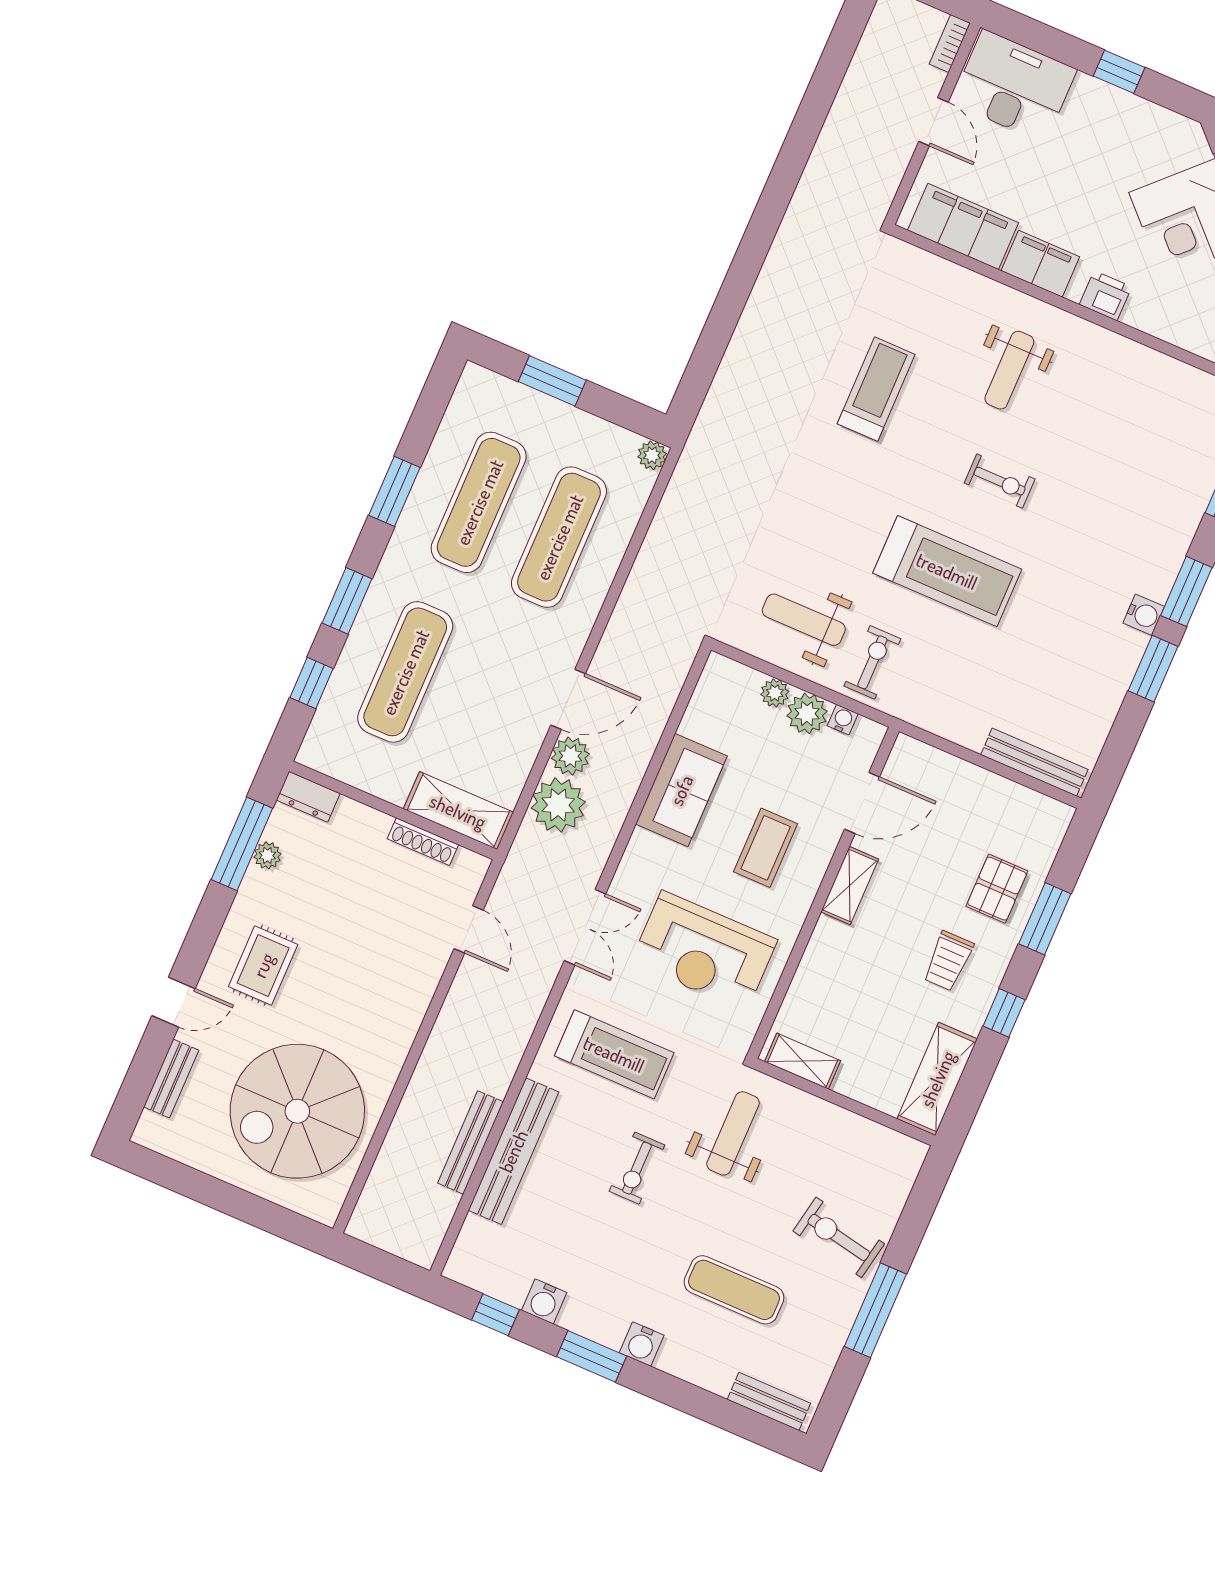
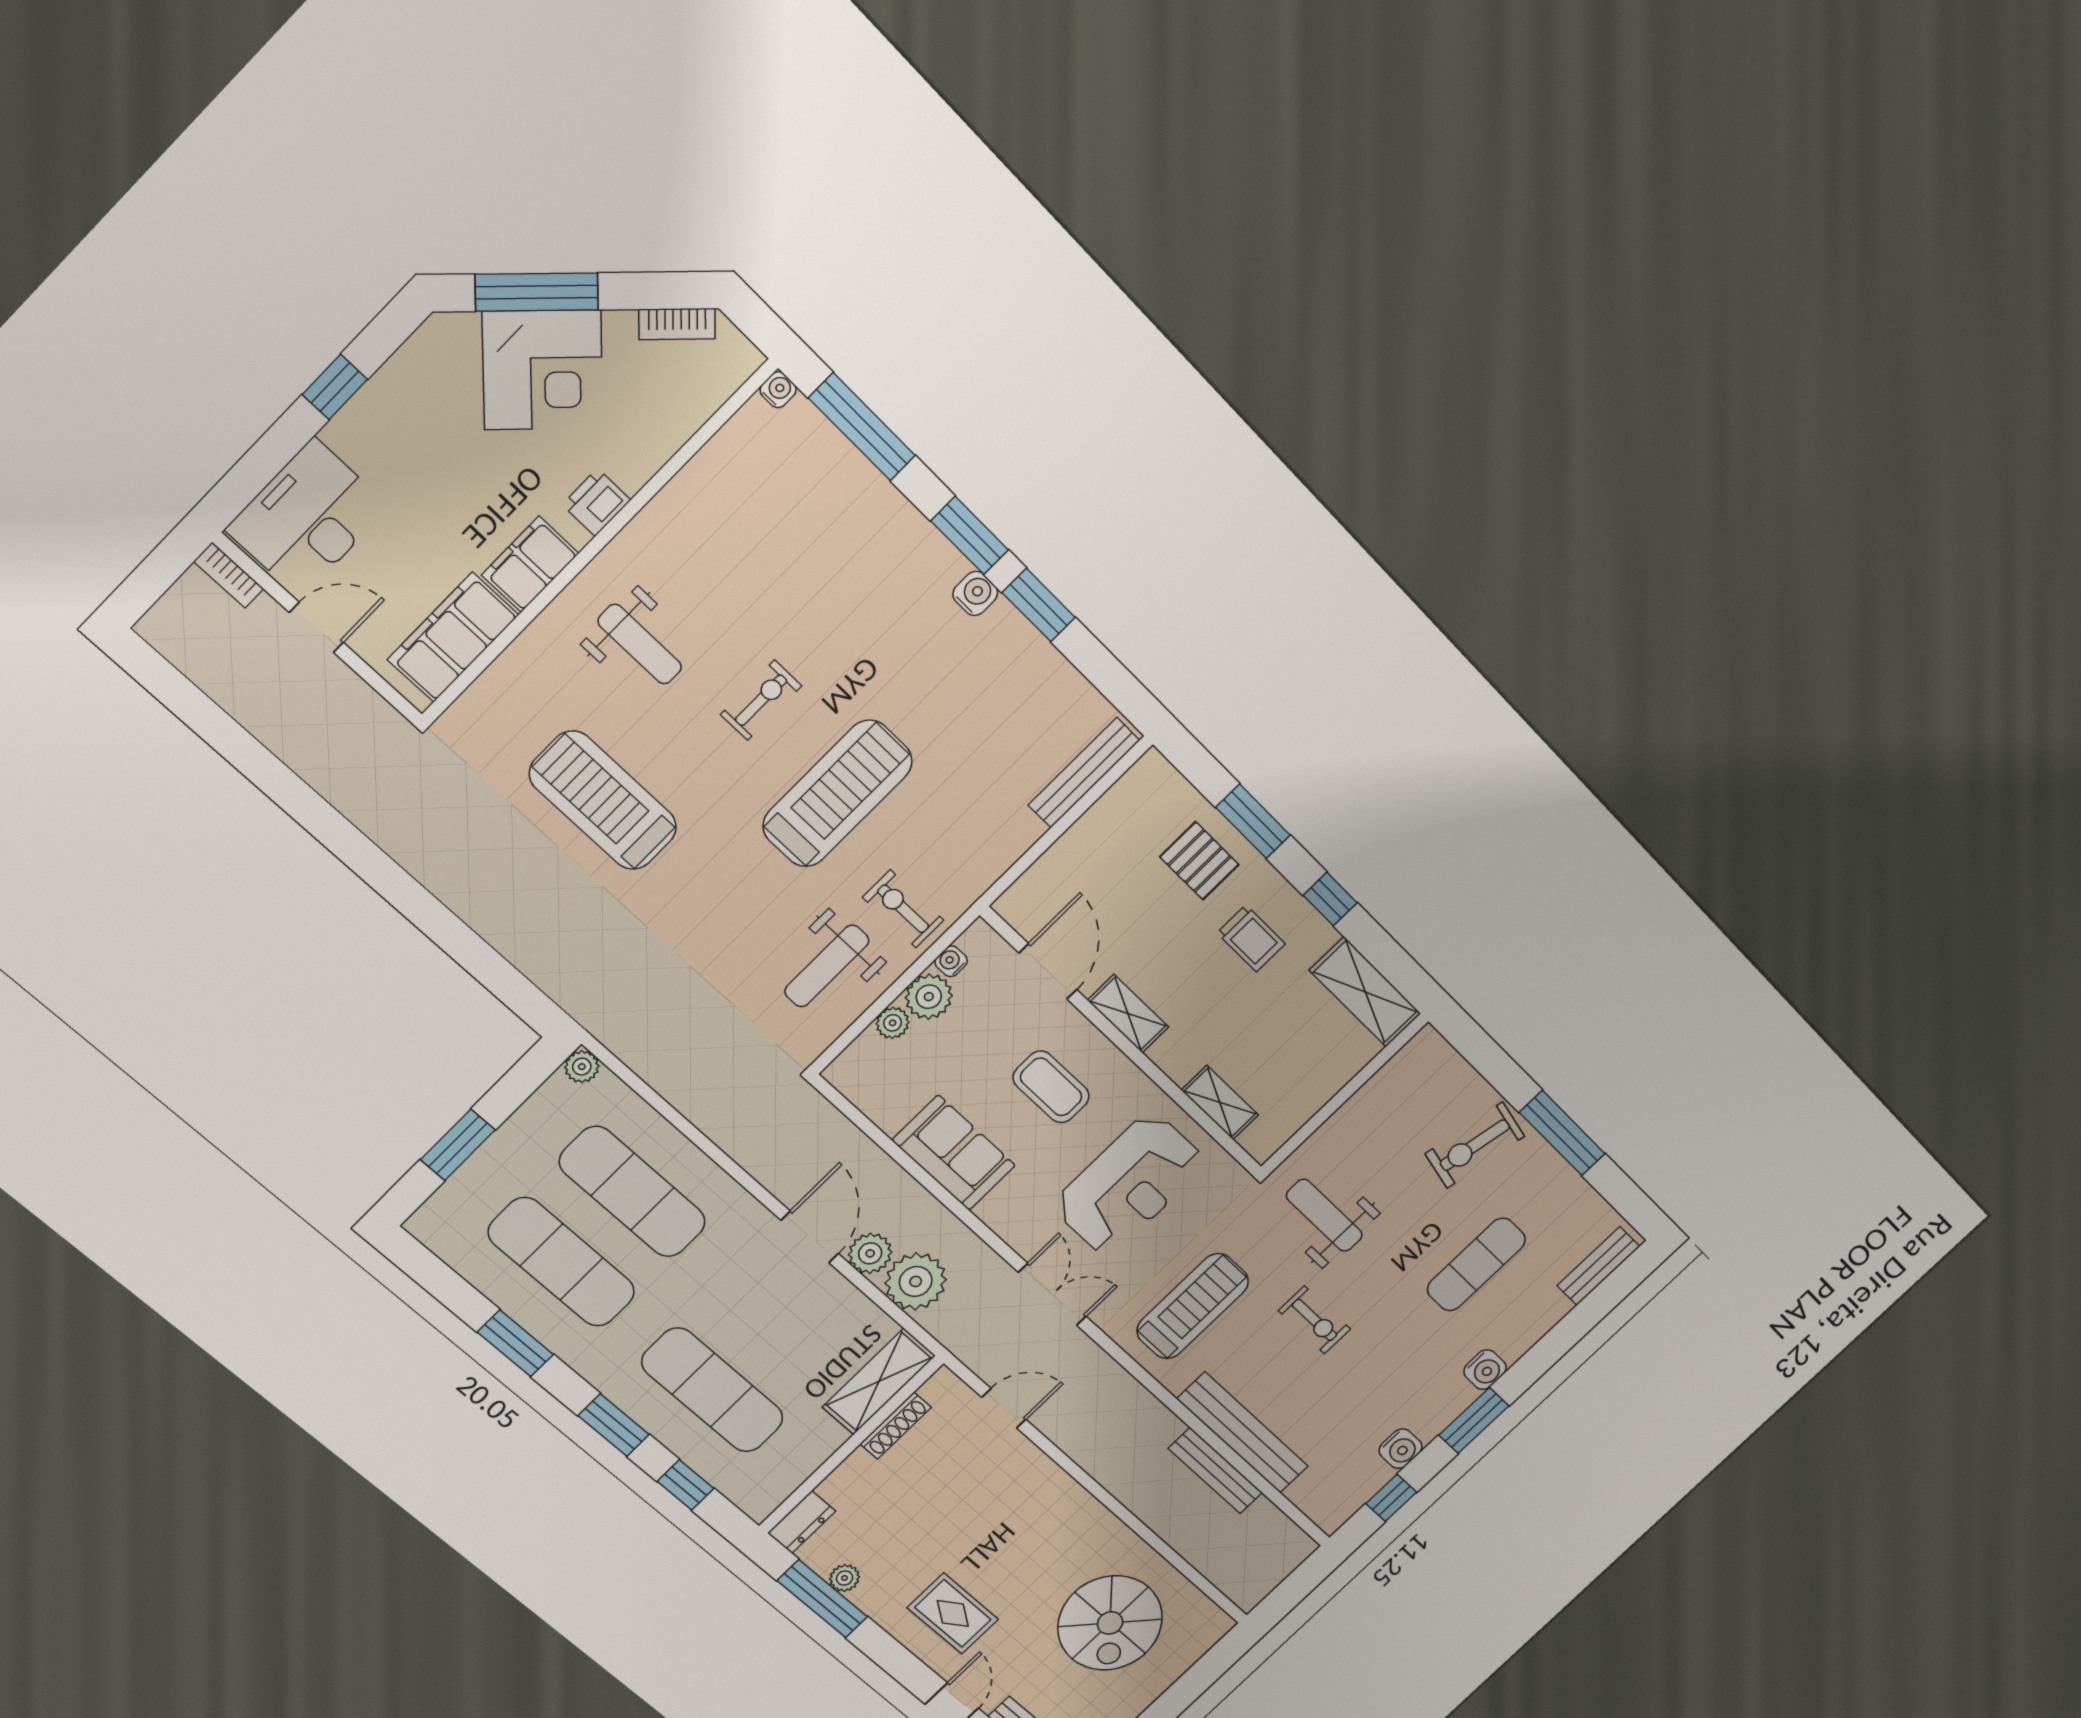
treadmill: (876, 389) -> (603, 801), width x1.37, depth x1.38
shelving: (803, 1061) -> (1220, 1103), moved, turned 90
spiral stairs: (297, 1111) -> (1110, 1623), width x0.73, depth x0.73

